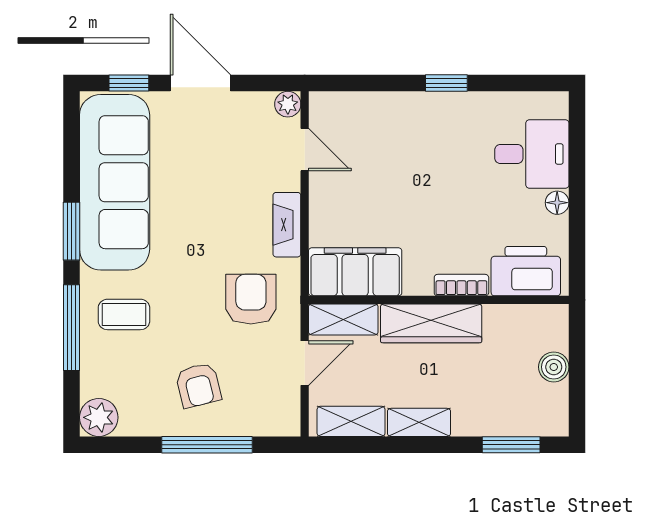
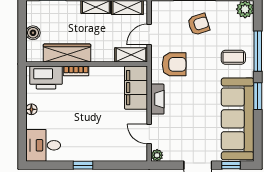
desk: (532, 154) -> (43, 145), moved
filing cabinet: (355, 272) -> (136, 88), moved, turned 90
armchair: (251, 299) -> (174, 64), turned -90
wardrobe: (431, 323) -> (67, 53), moved
armchair: (198, 385) -> (199, 24), turned 86

